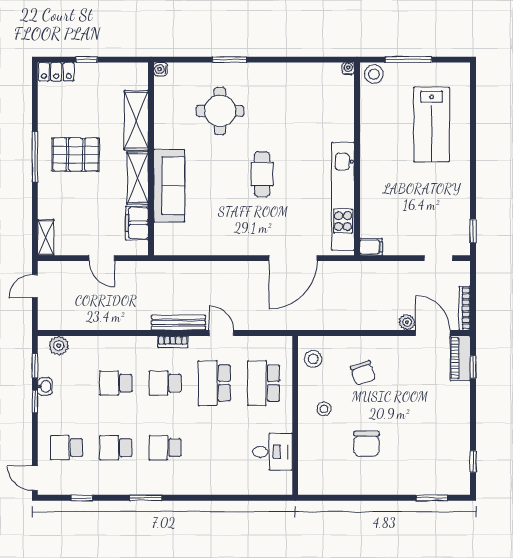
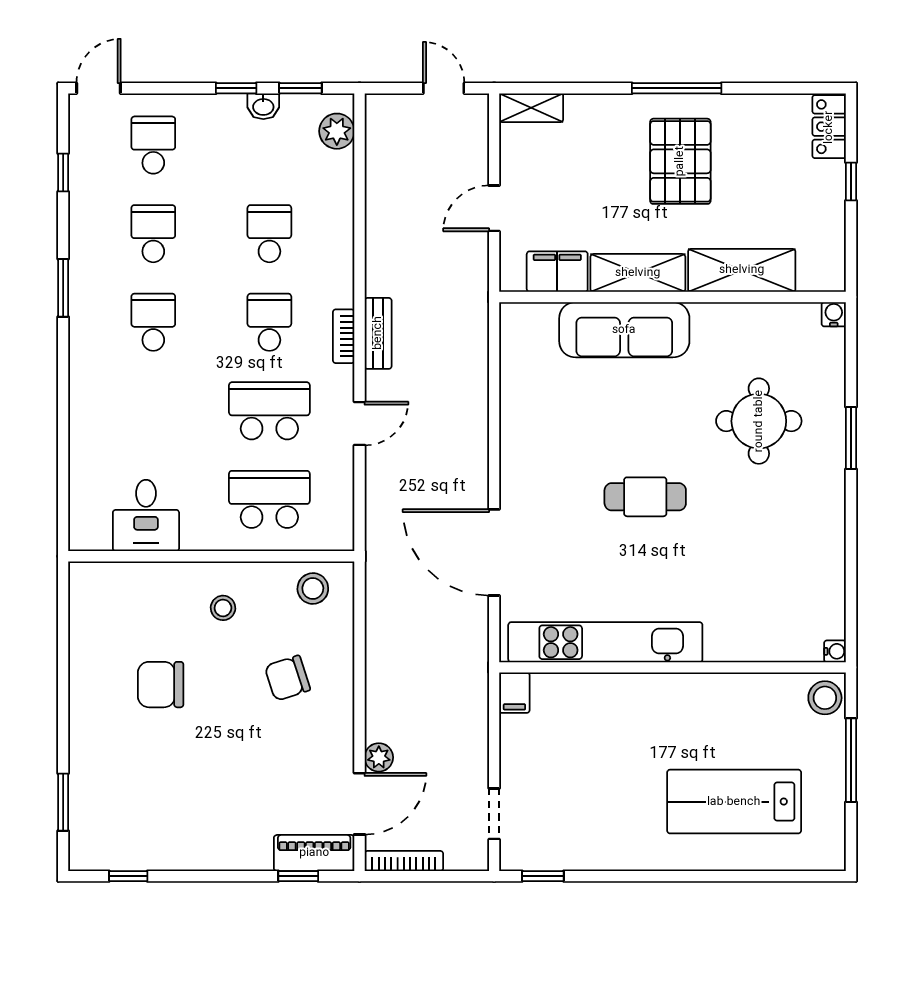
bench: (178, 323) -> (378, 333), width x0.73

